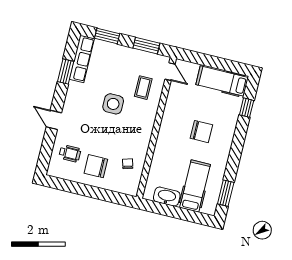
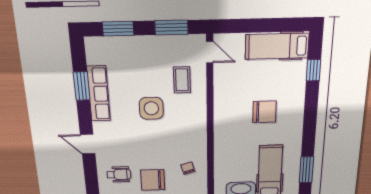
row of seats: (82, 59) -> (99, 94), moved

